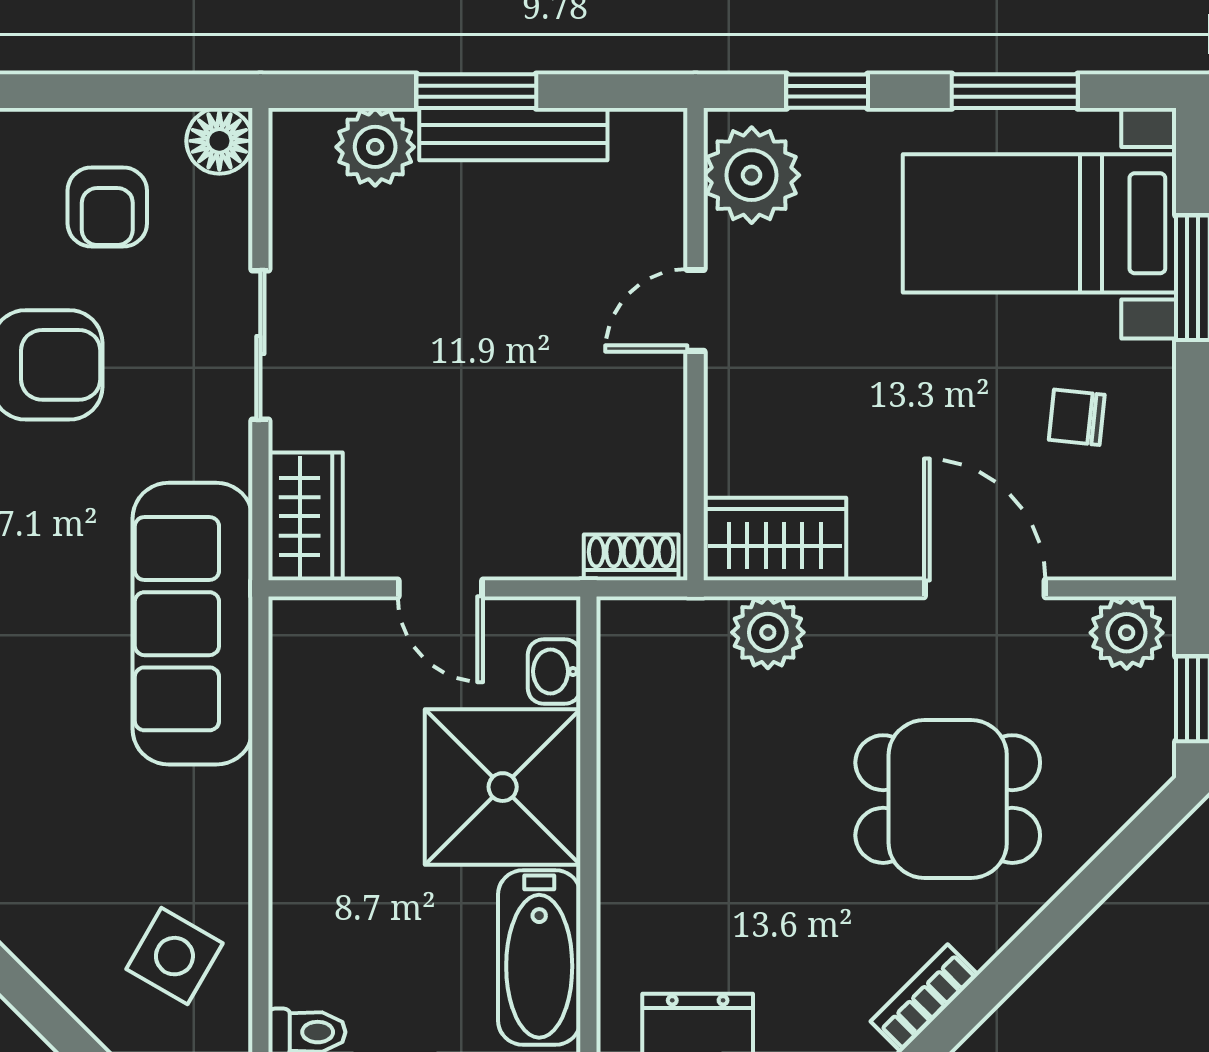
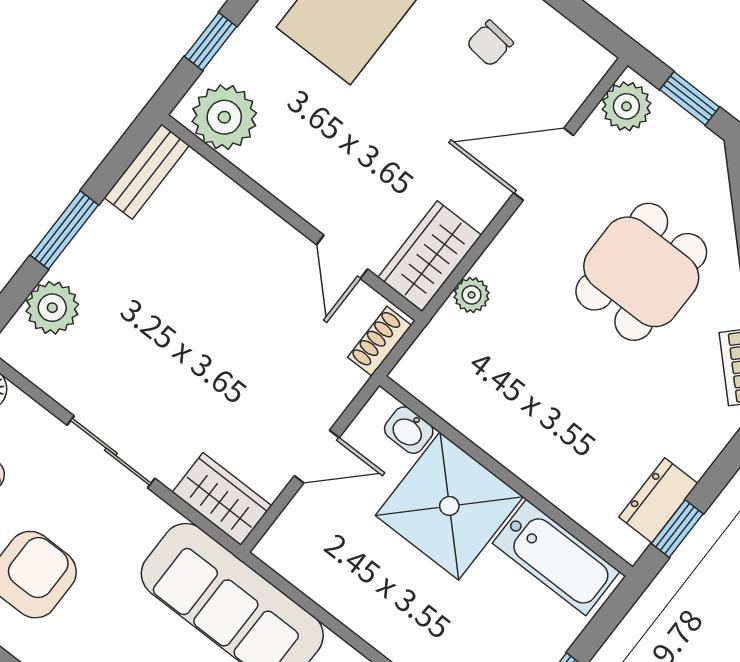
bench: (513, 134) -> (147, 172), moved, width x0.73
door: (696, 310) -> (342, 257), moved
plant: (768, 632) -> (472, 295), width x0.73, depth x0.73

